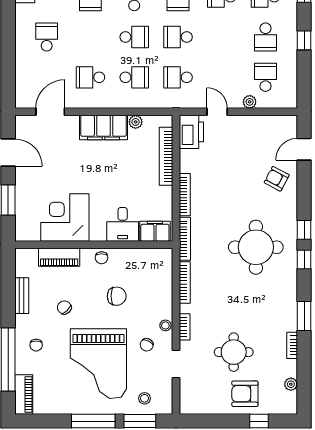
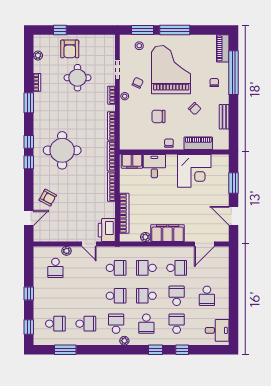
school desk: (266, 37) -> (177, 296), moved
armchair: (245, 394) -> (70, 49), turned 90

